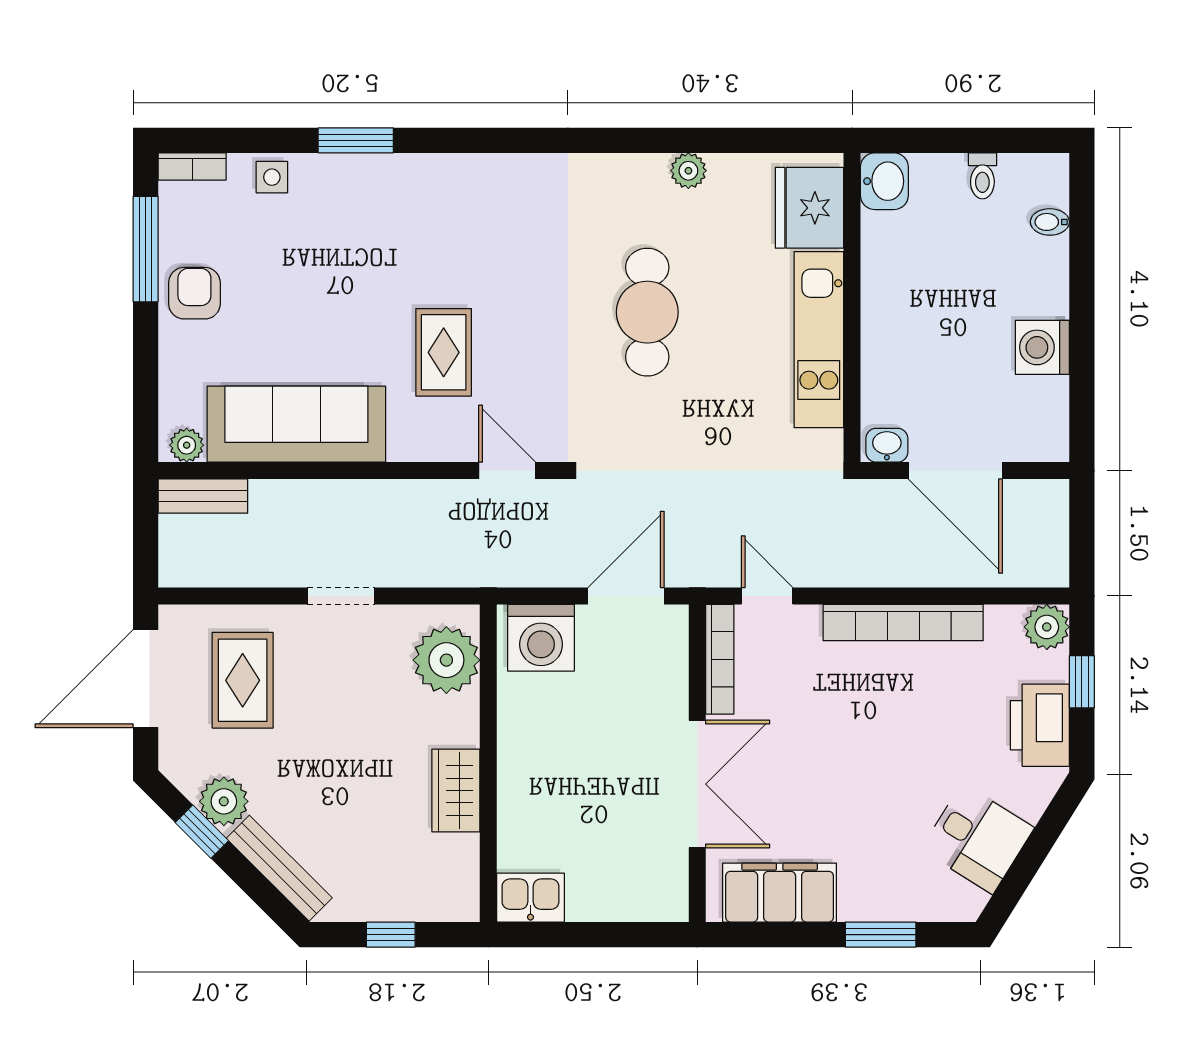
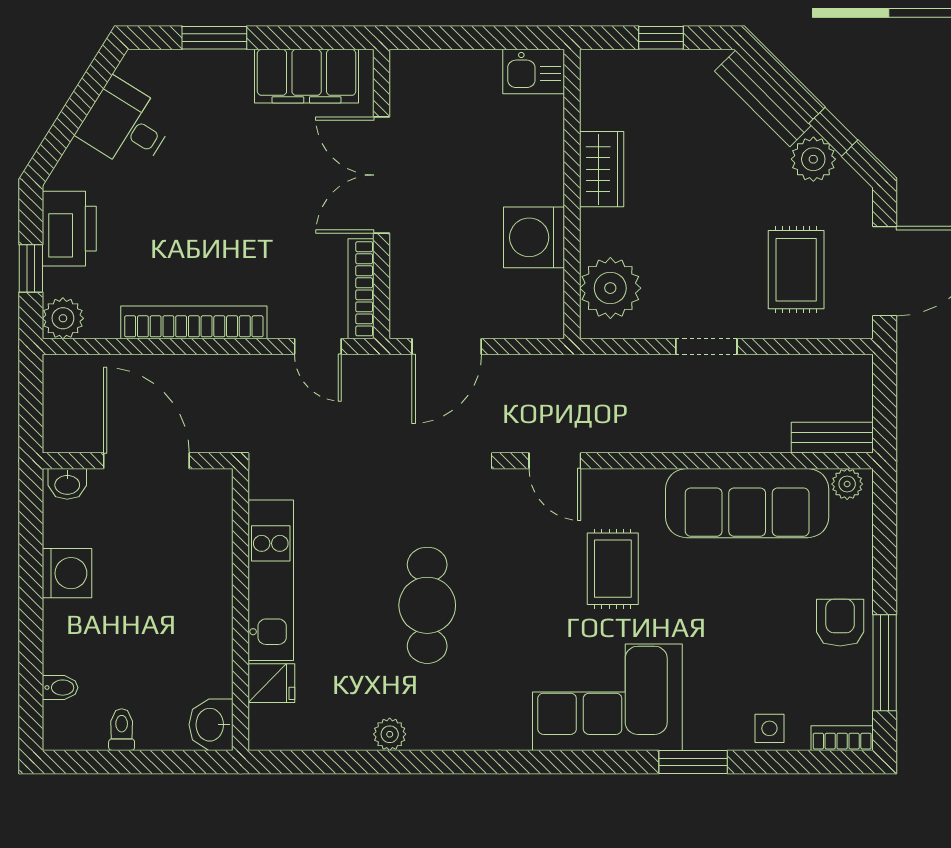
fridge: (809, 208) -> (271, 683), width x0.53, depth x0.75
corner sofa: (450, 211) -> (607, 697), added
armchair: (194, 293) -> (840, 623), turned 180
washbasin: (887, 445) -> (67, 484), moved
washing machine: (541, 638) -> (534, 237), moved, turned -90

